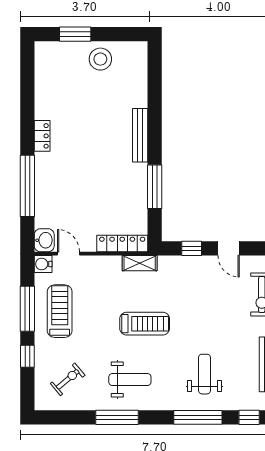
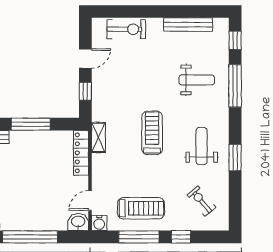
treadmill: (60, 311) -> (141, 208), turned 180
weight bench: (205, 374) -> (197, 80), turned 180
window: (117, 417) -> (235, 158), width x0.69

